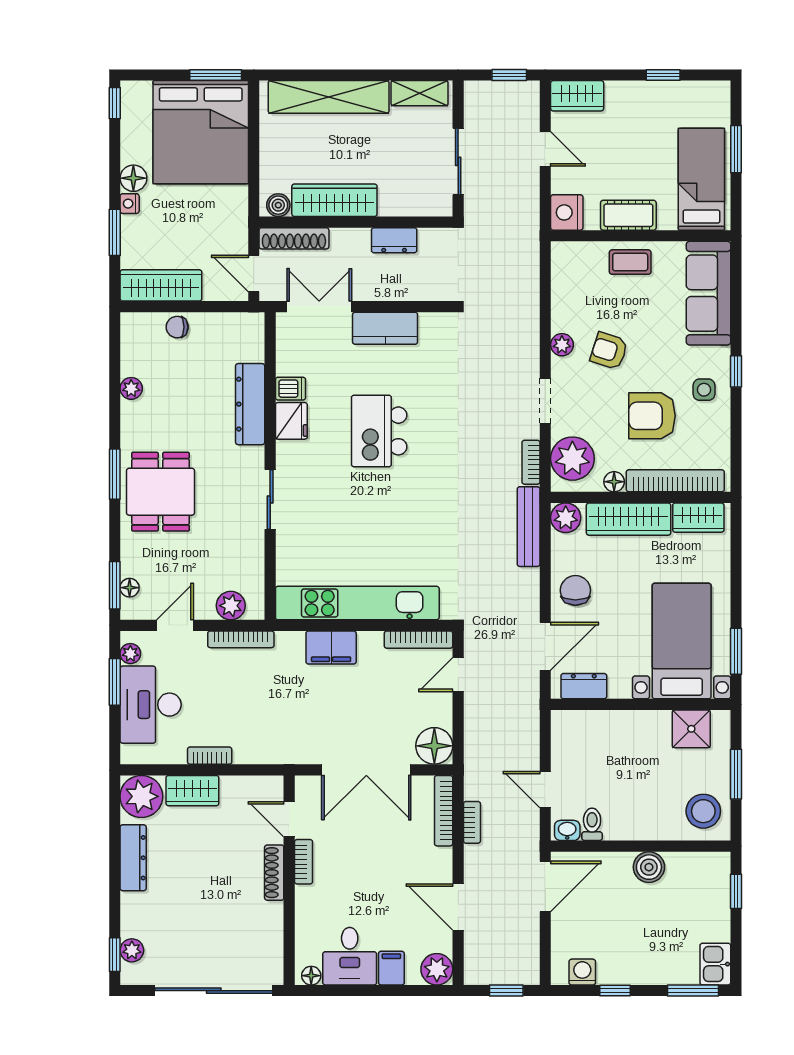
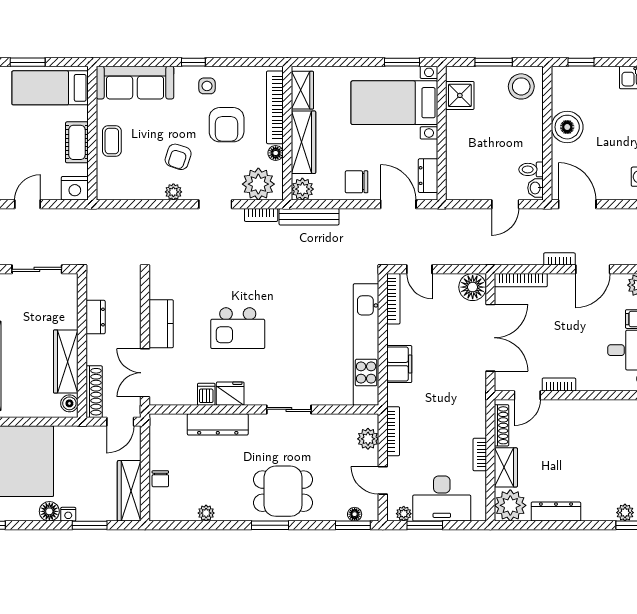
bookcase: (472, 822) -> (559, 259), moved
boiler: (649, 867) -> (567, 127), width x1.37, depth x1.37
shoe rack: (274, 873) -> (502, 425), moved, turned -90

